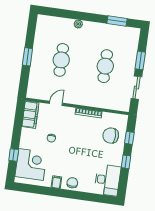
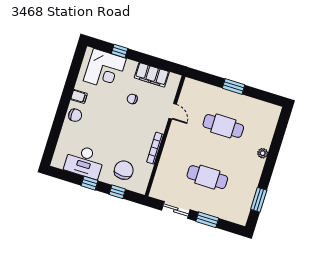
filing cabinet: (30, 115) -> (152, 75), moved
desk: (107, 180) -> (84, 162), moved

